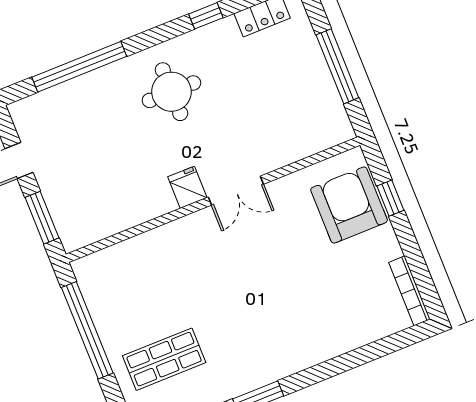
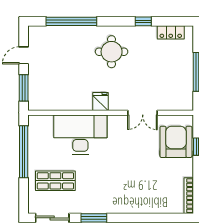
double door: (236, 191) -> (143, 113), moved
desk: (175, 260) -> (80, 135), added

